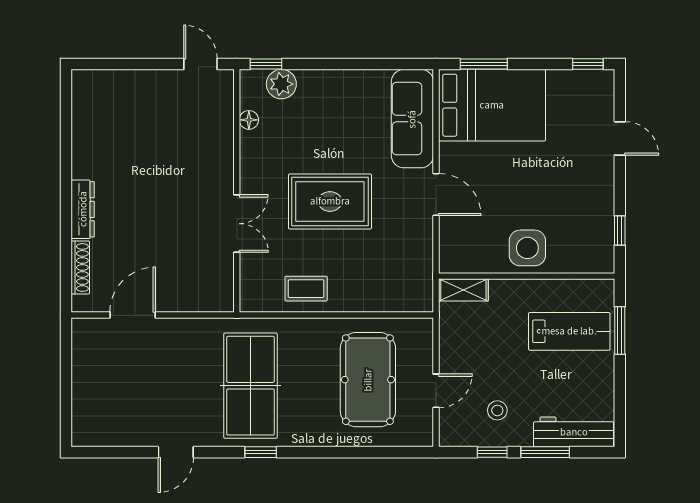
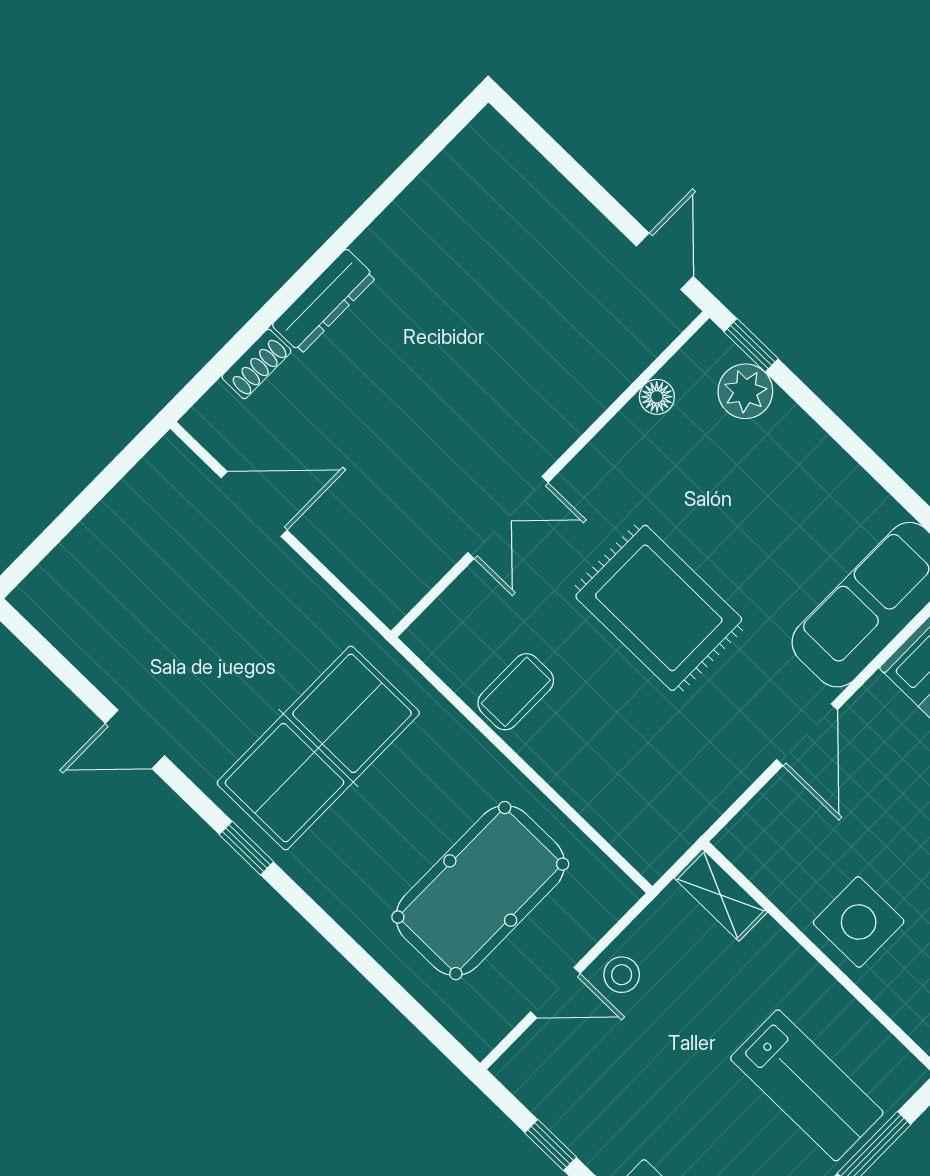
shoe rack: (80, 267) -> (256, 364), width x0.70
coffee table: (306, 289) -> (516, 692), turned 90
stool: (497, 410) -> (622, 975), moved

